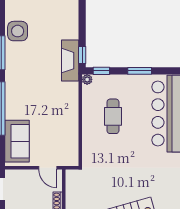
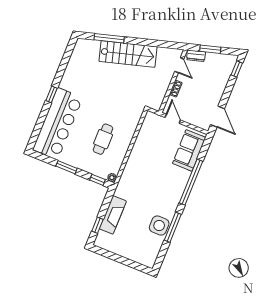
side table: (18, 31) -> (159, 226), moved
window: (82, 55) -> (97, 225), moved
fireplace: (70, 61) -> (113, 215), moved

